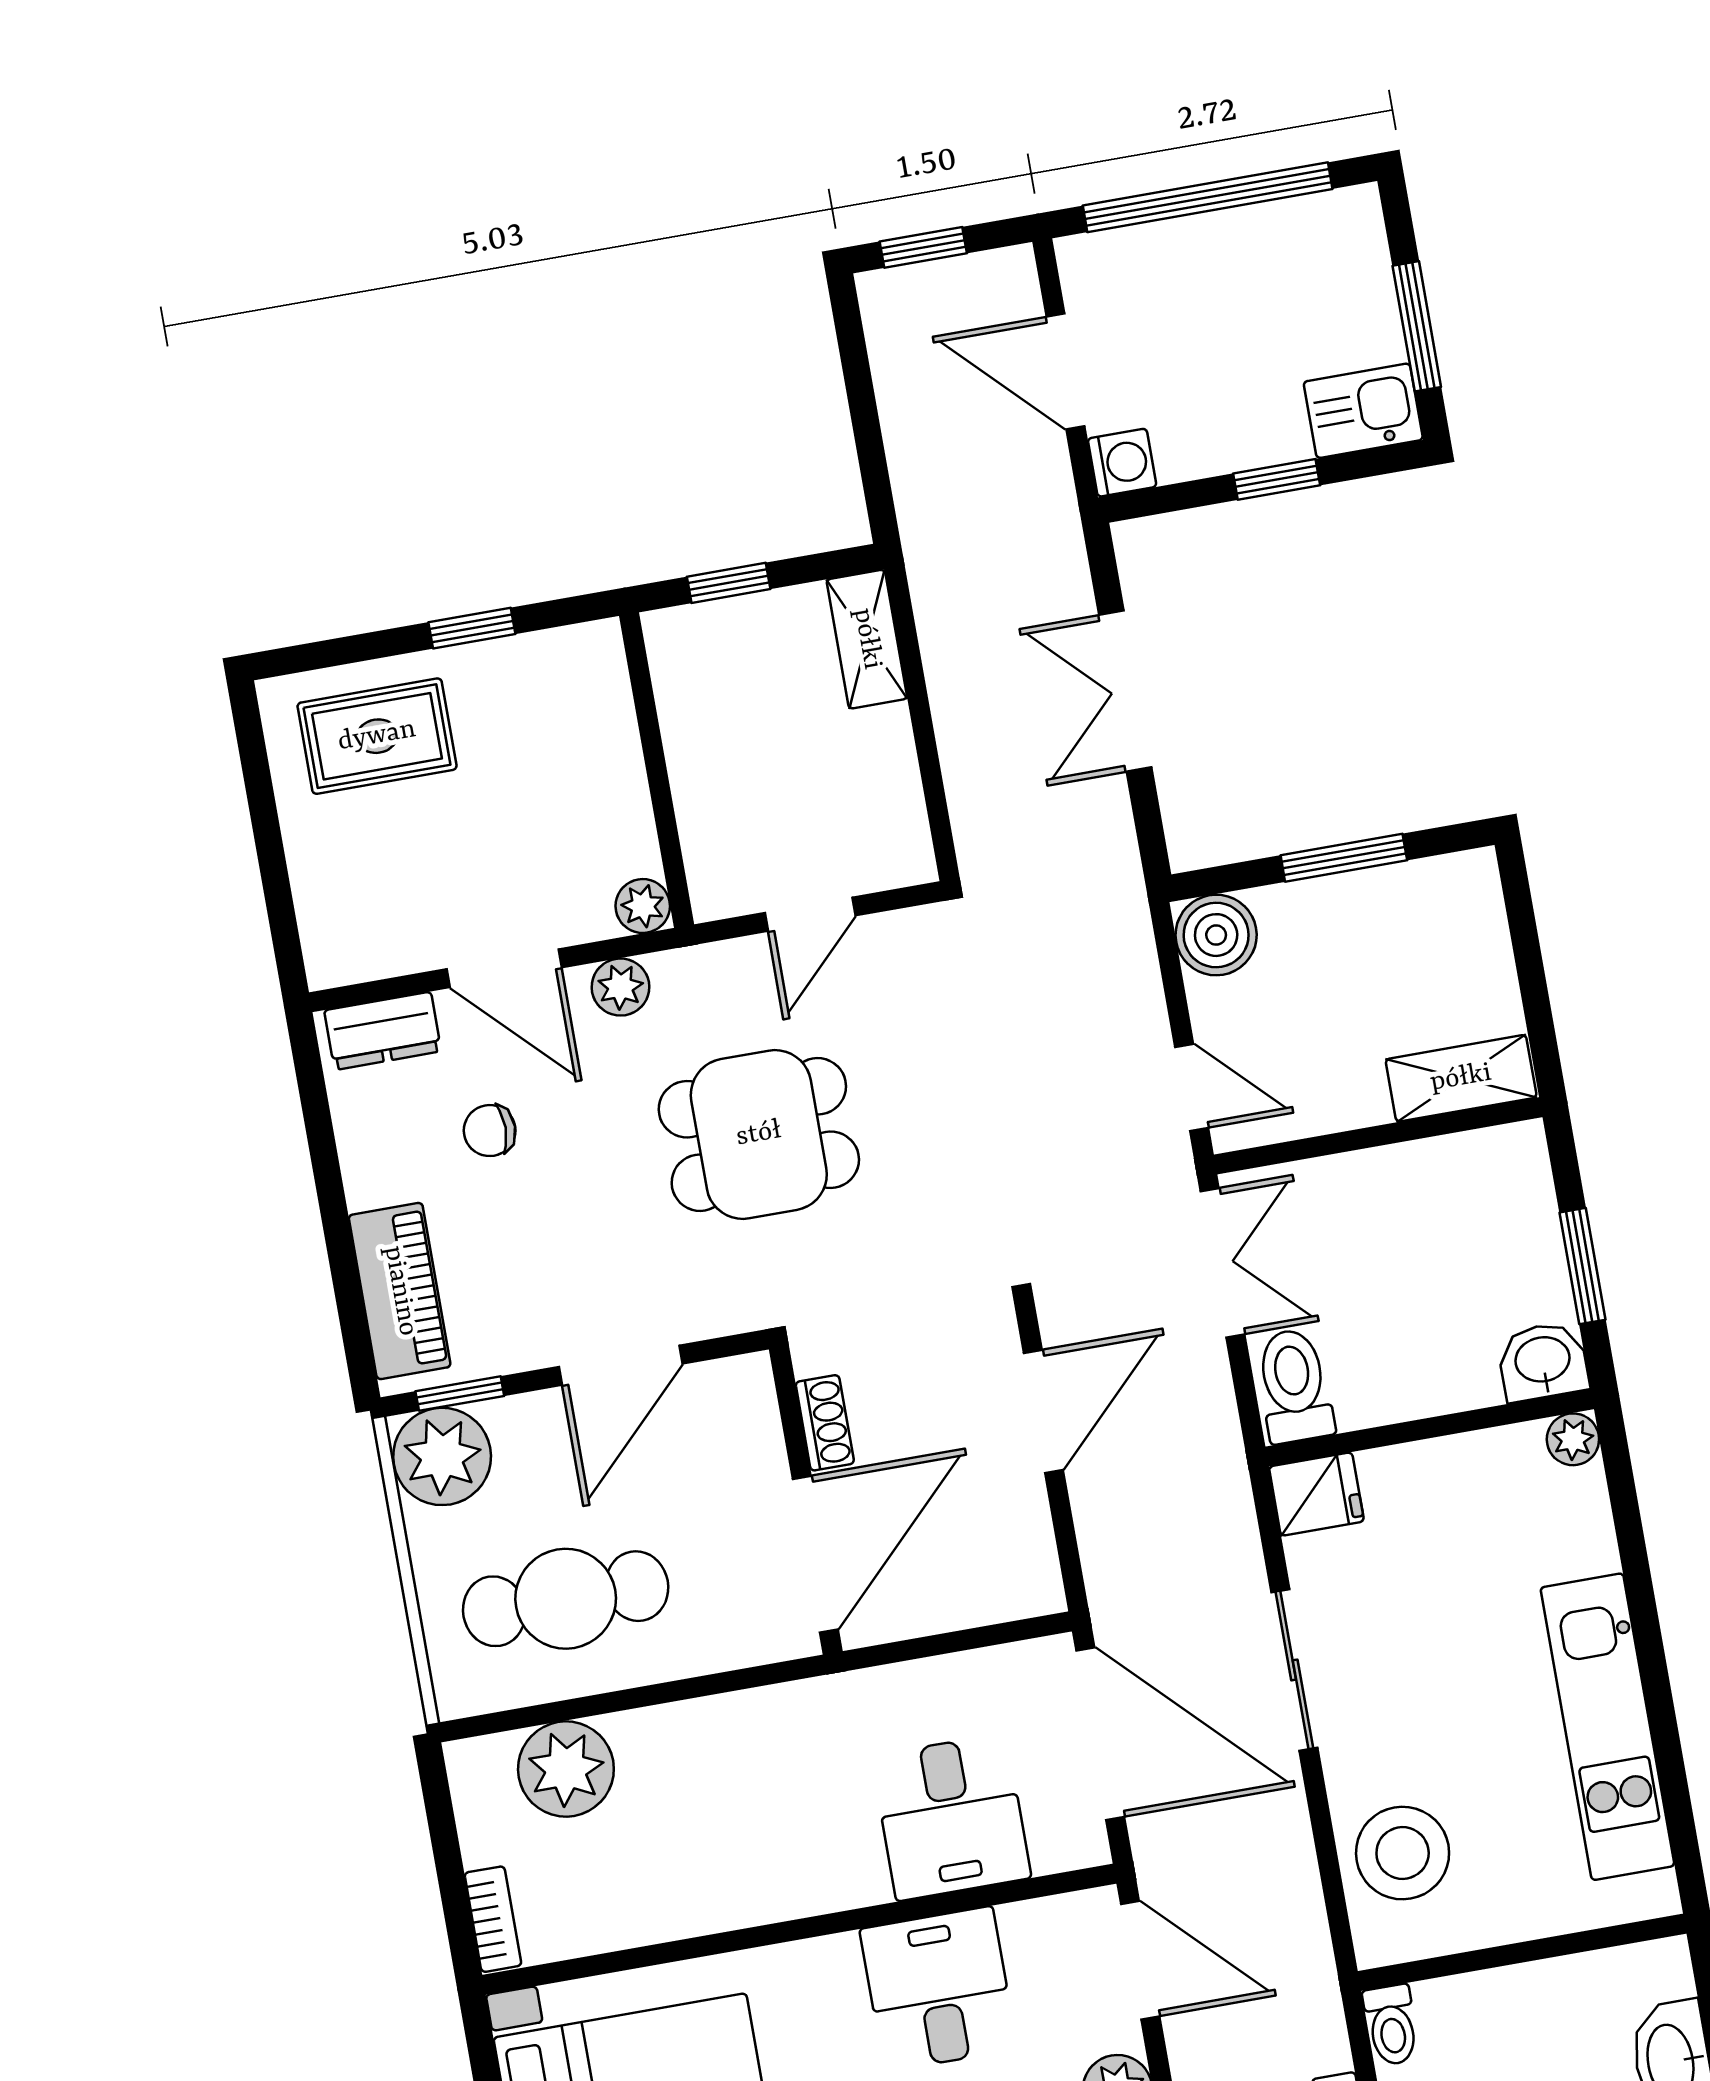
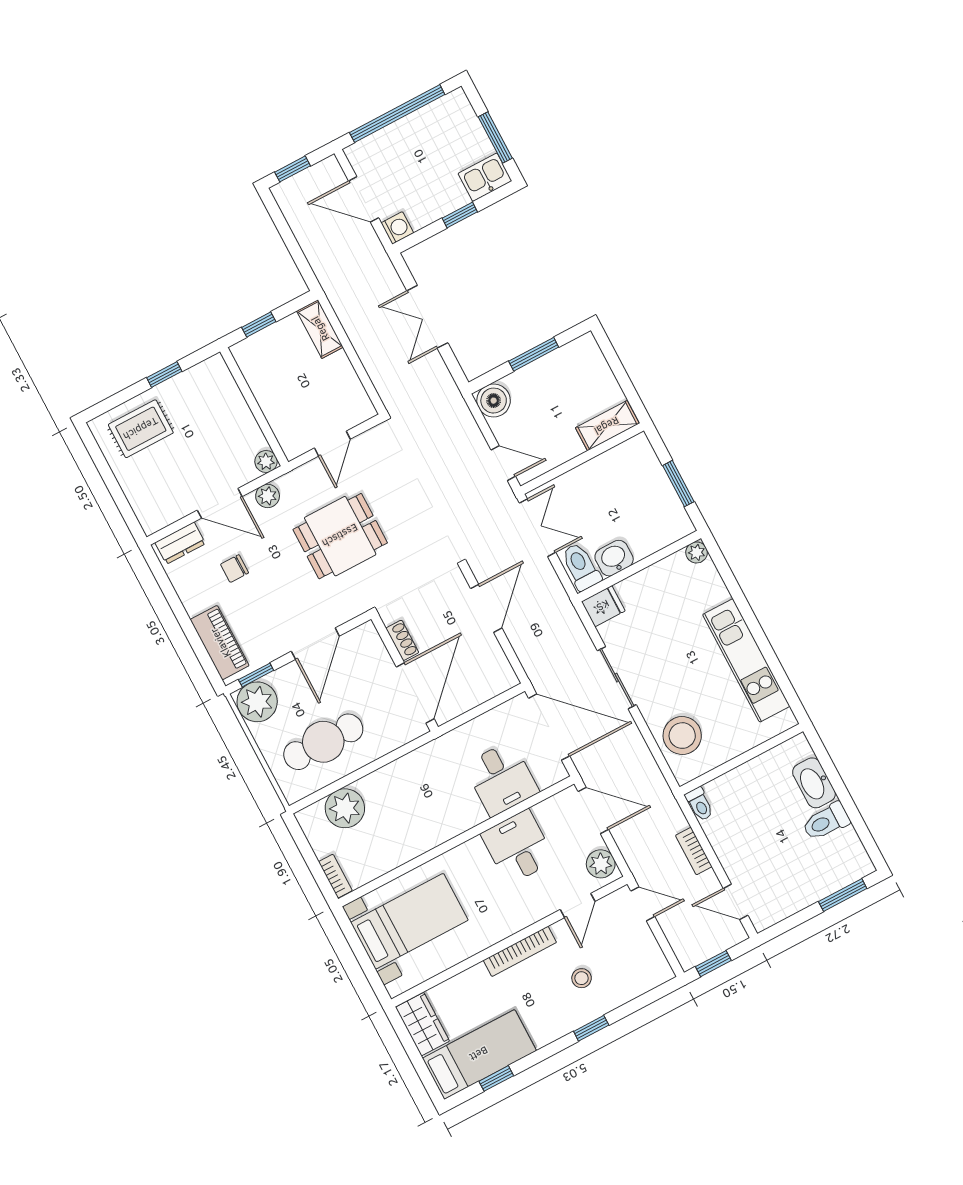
washbasin: (1543, 1361) -> (614, 558), moved

